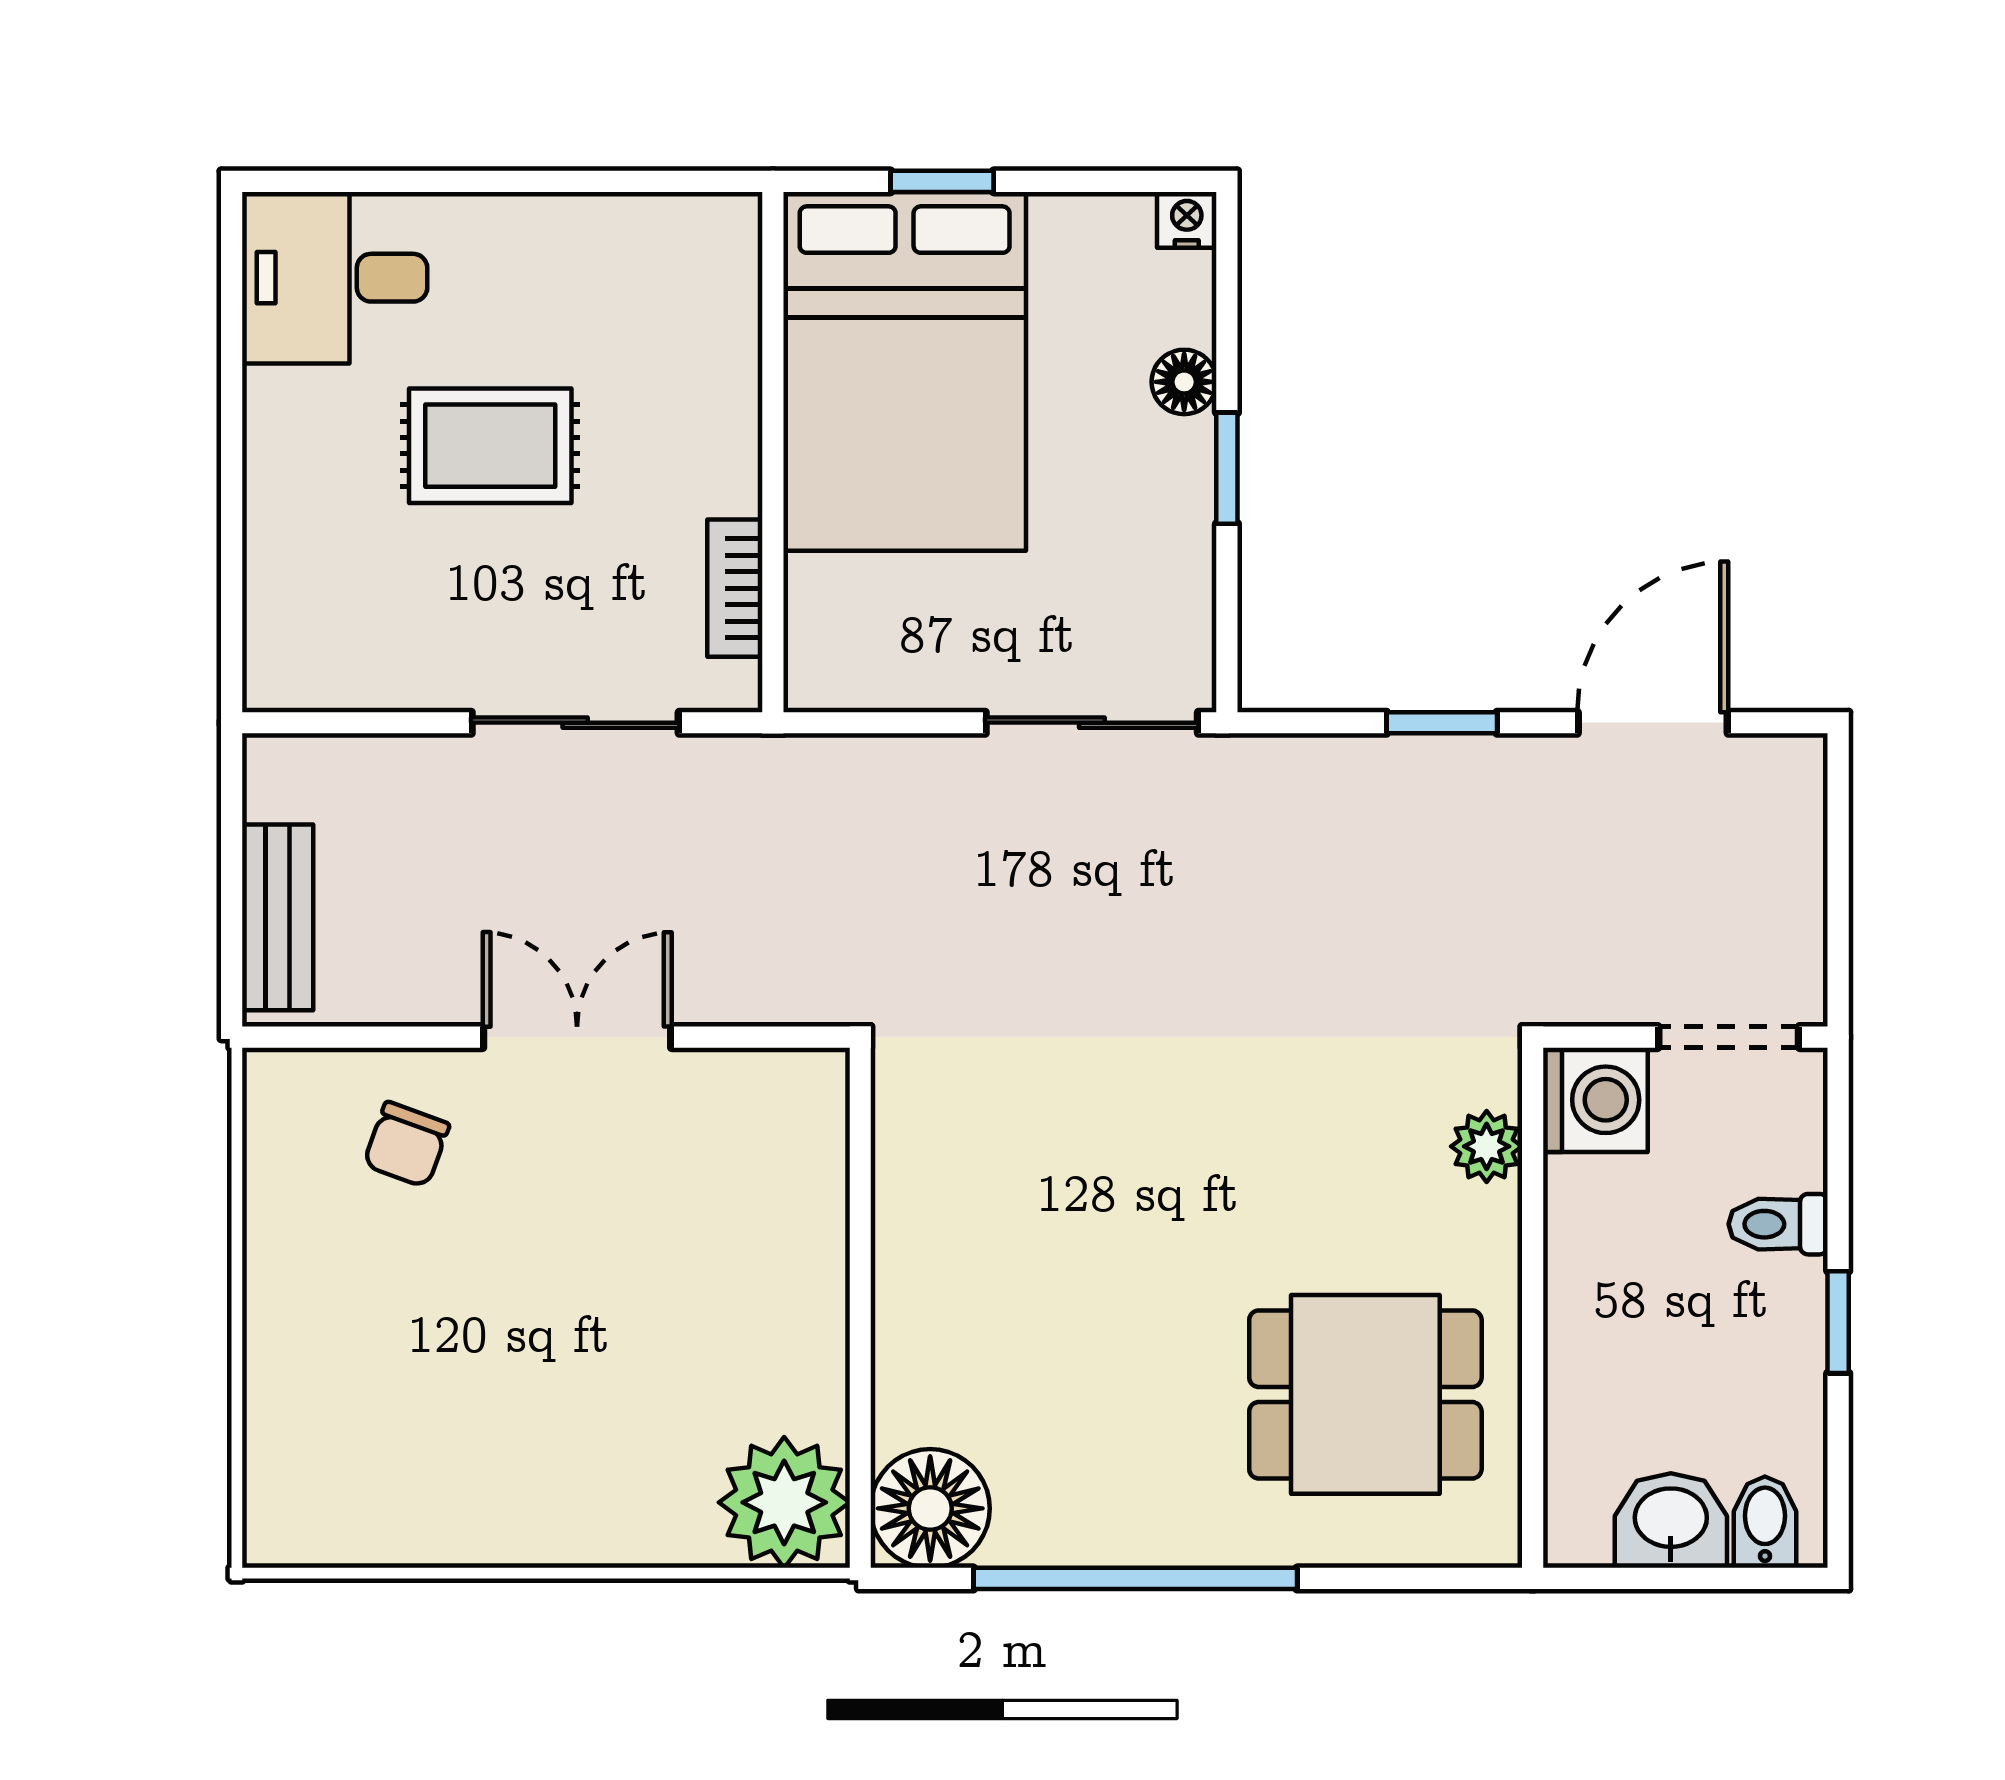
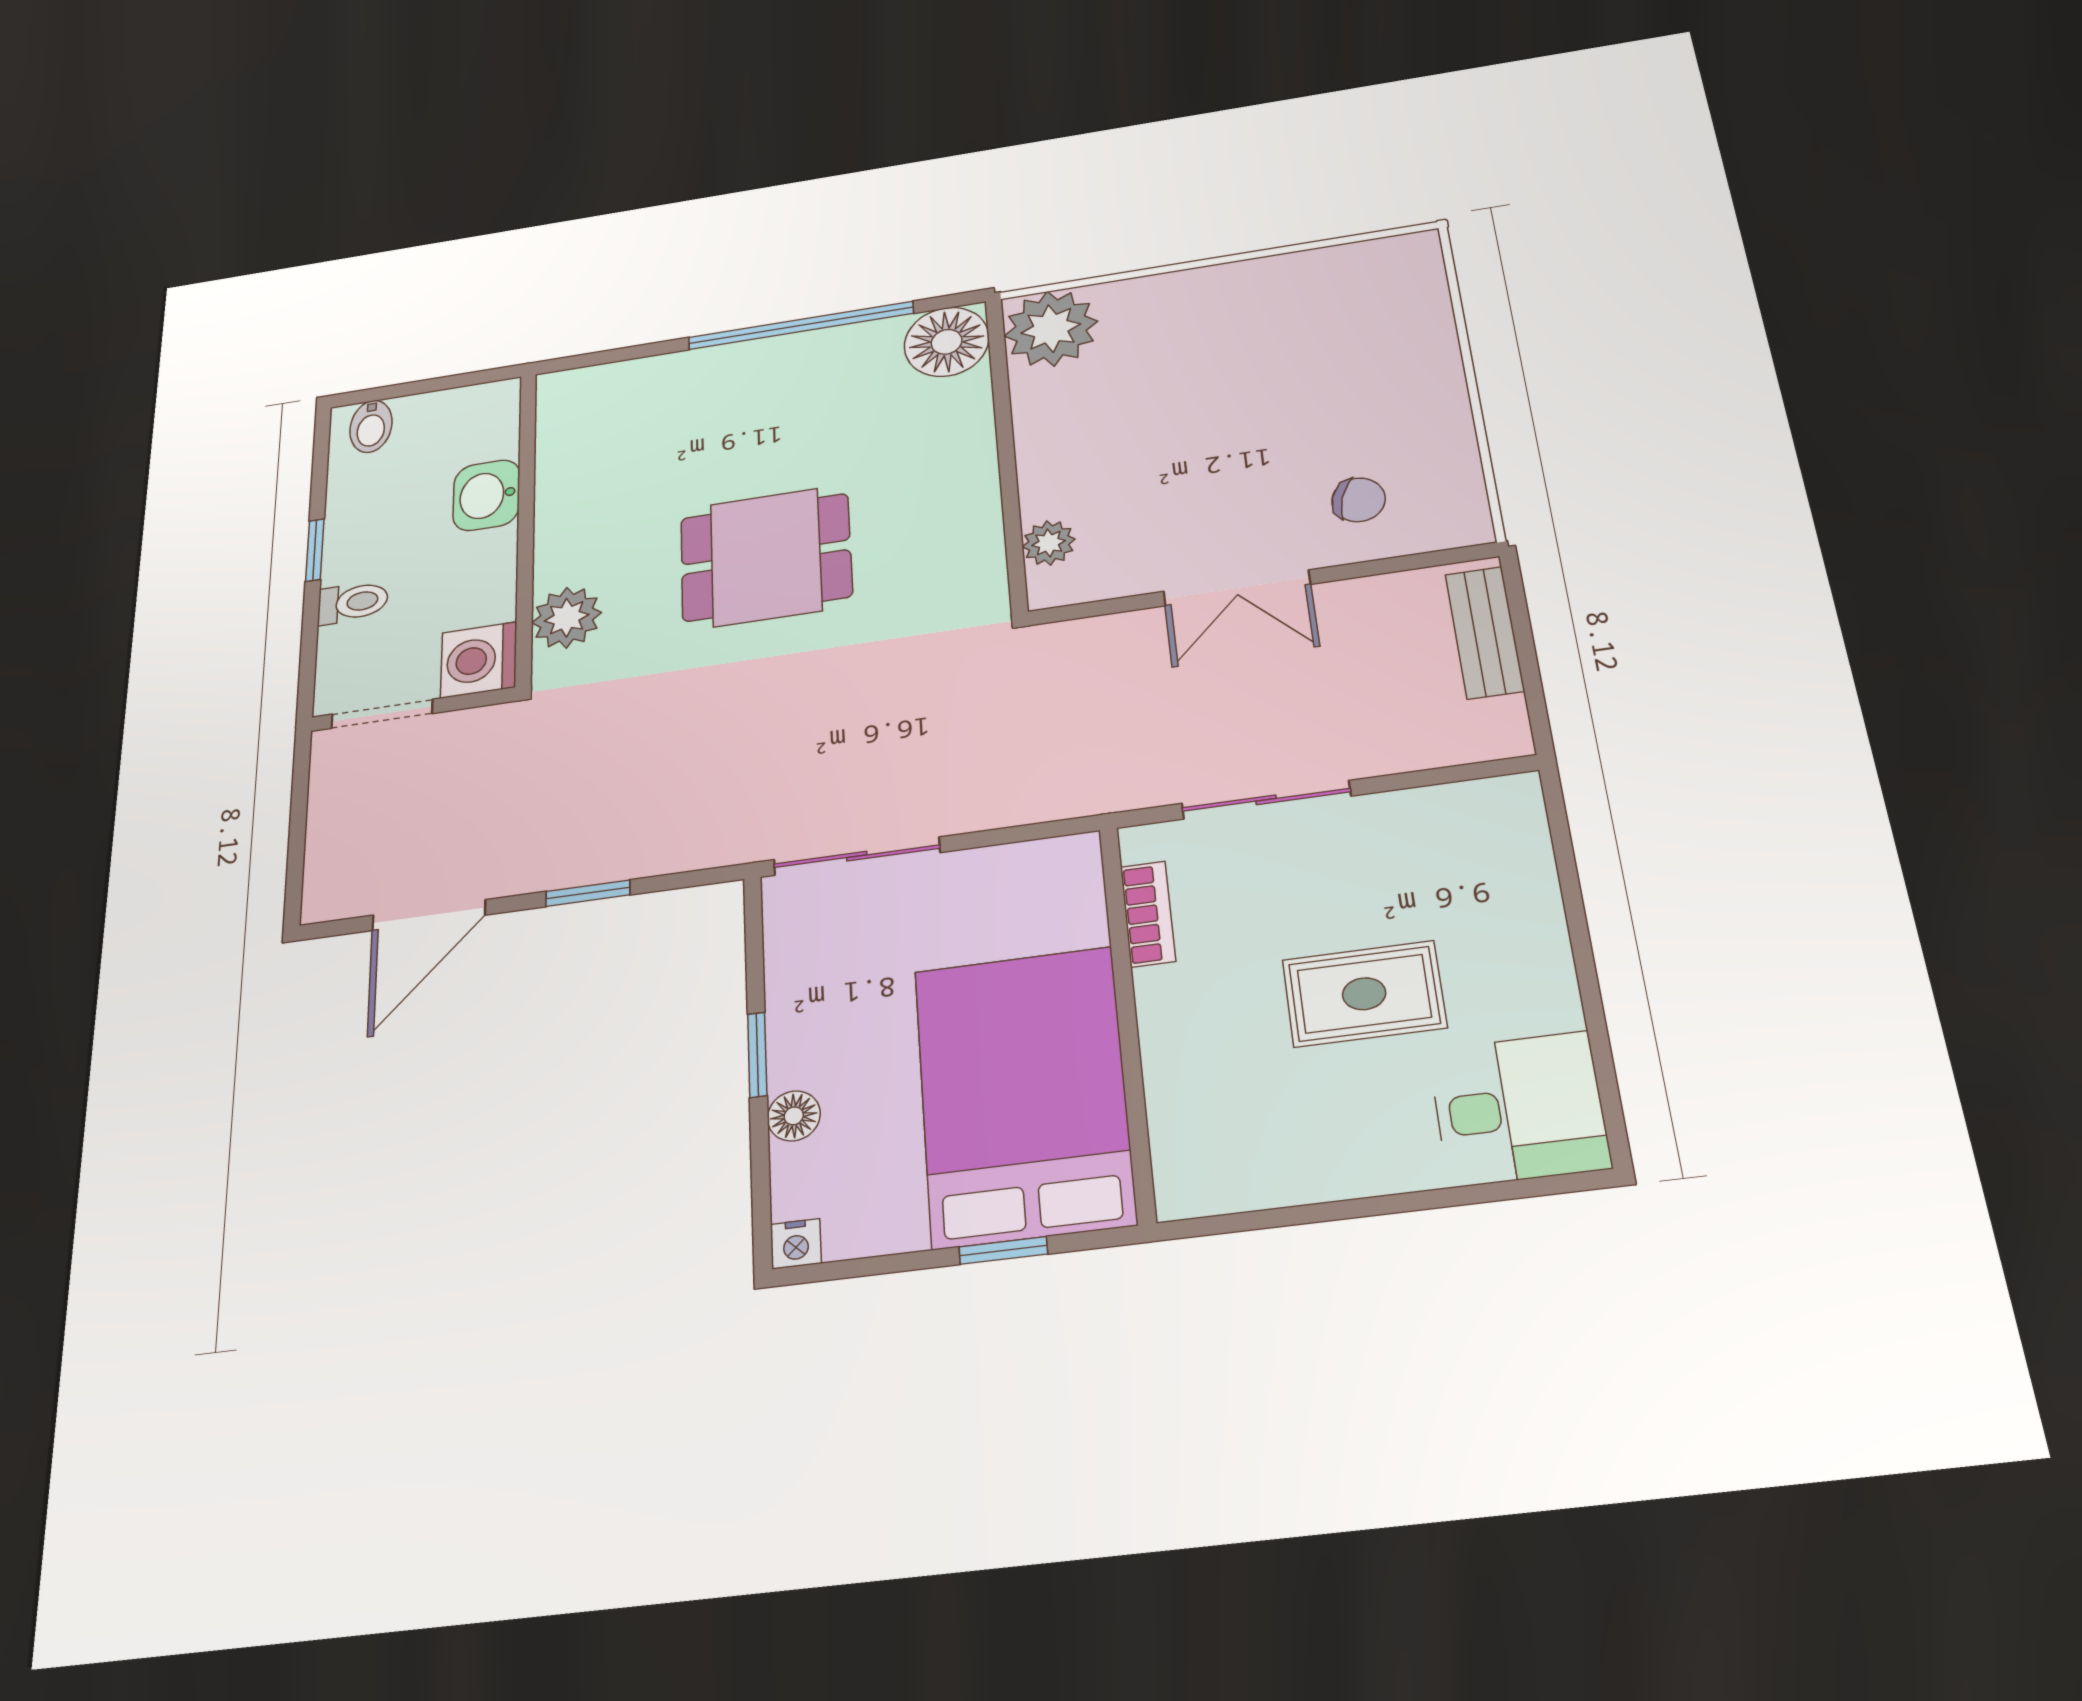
chair: (406, 1144) -> (1359, 500), turned 88
plant: (1487, 1146) -> (567, 618), width x1.38, depth x1.38
plant: (814, 1150) -> (1049, 543), added
dining table: (1365, 1394) -> (766, 557), moved
washbasin: (1671, 1521) -> (486, 495), moved, turned 90

